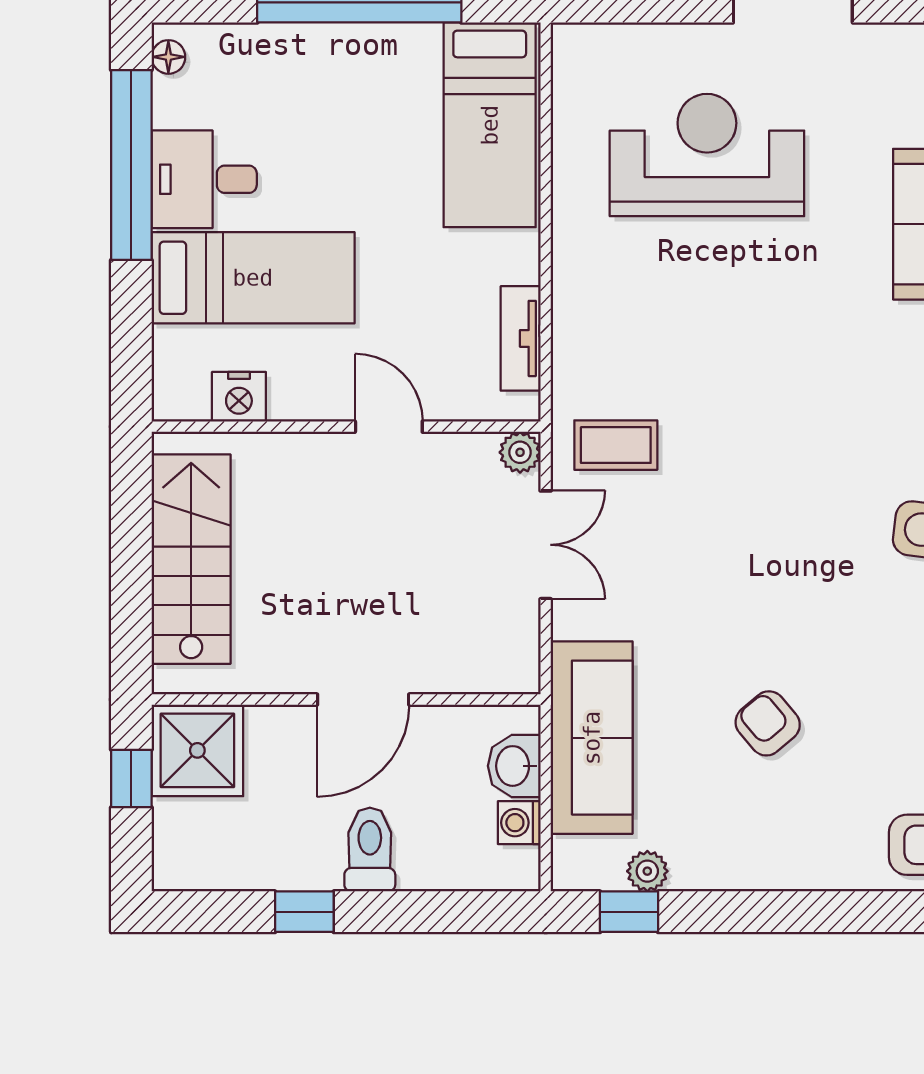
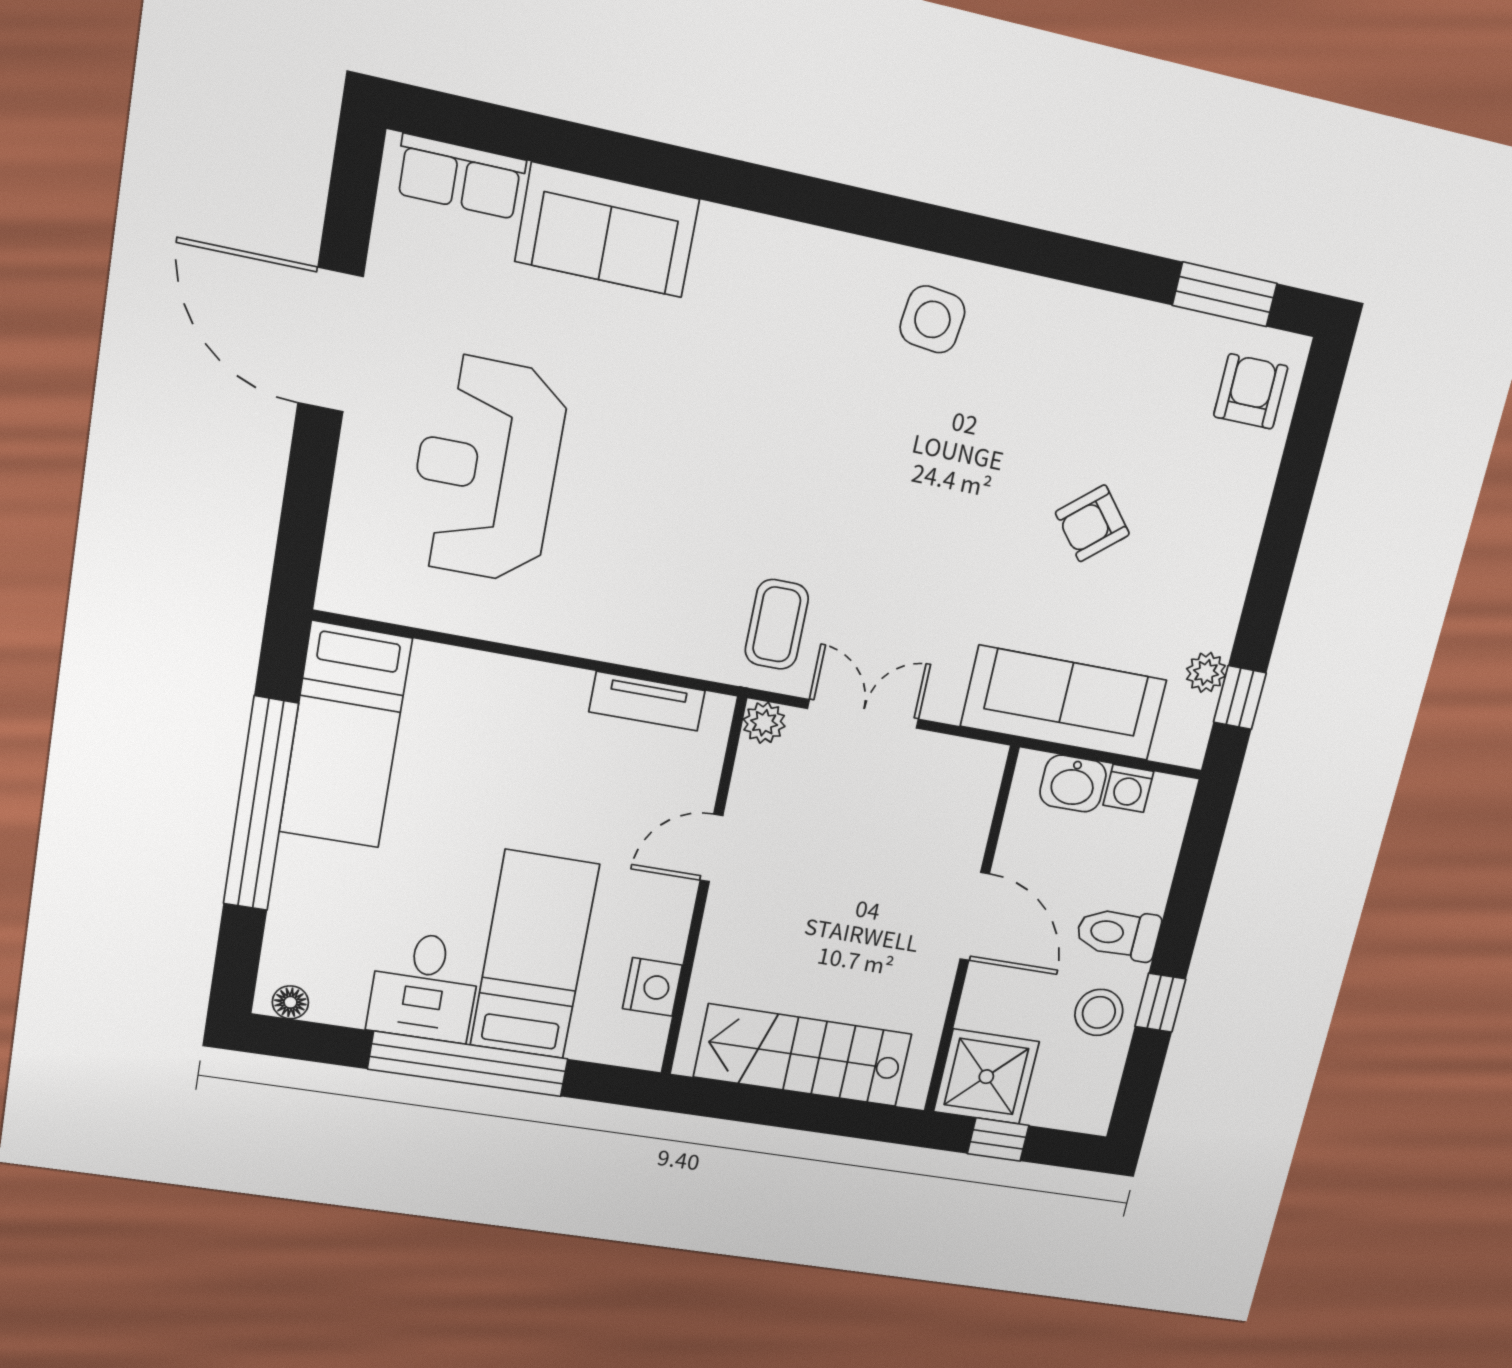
bed: (490, 125) -> (345, 736), moved, turned 90
window: (131, 165) -> (468, 1064), moved
stool: (284, 850) -> (1099, 1012), added

